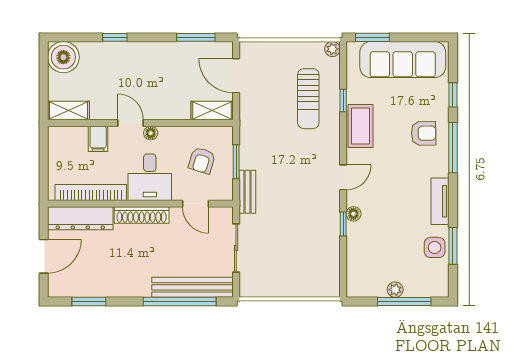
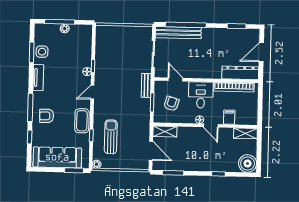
shoe rack: (142, 215) -> (206, 74), removed

